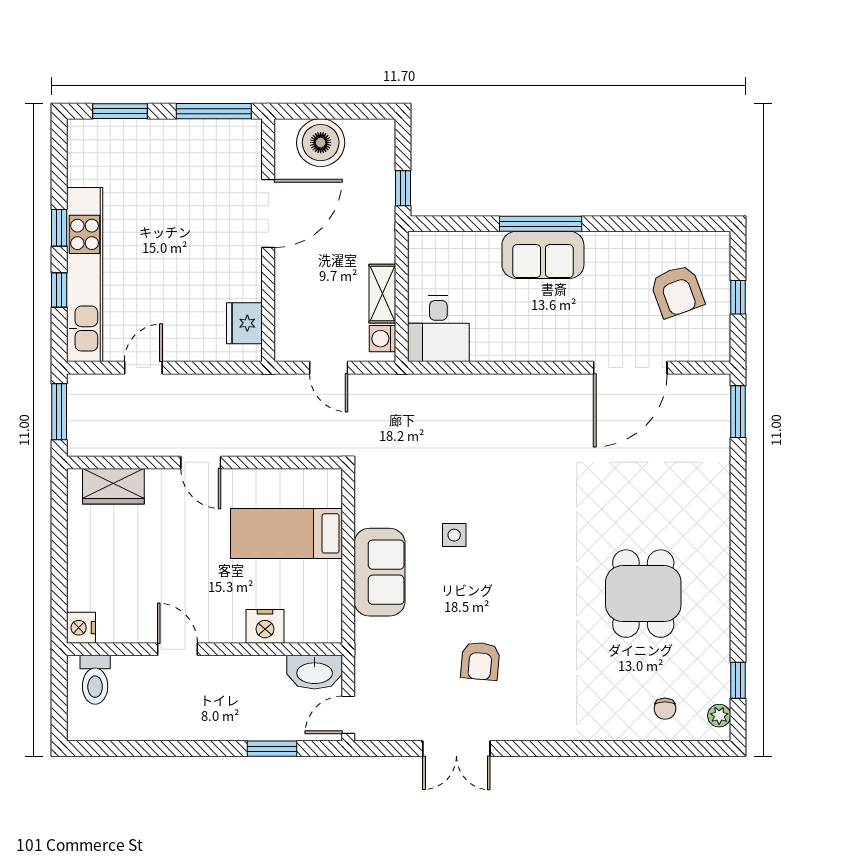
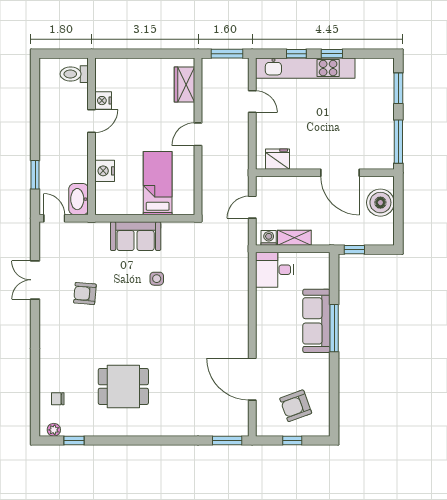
sofa: (543, 255) -> (316, 321), width x1.36
nightstand: (81, 628) -> (103, 101), moved, turned -90

